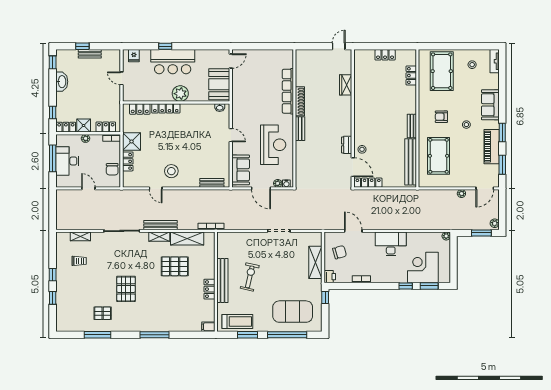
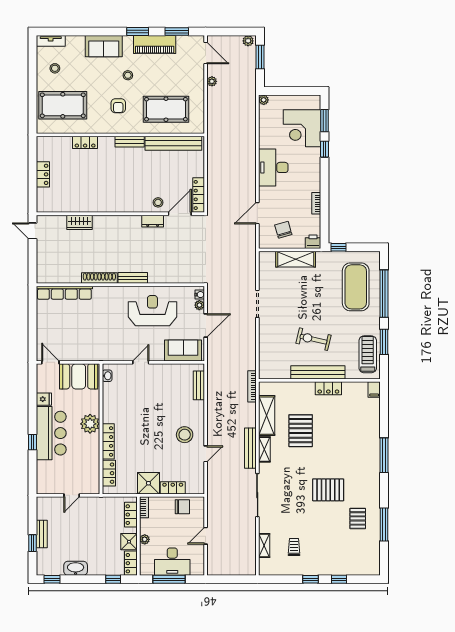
fridge: (134, 56) -> (44, 399), moved
locker: (411, 75) -> (85, 142), moved
row of seats: (288, 91) -> (64, 293), moved

